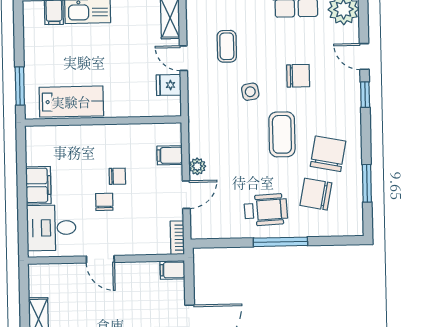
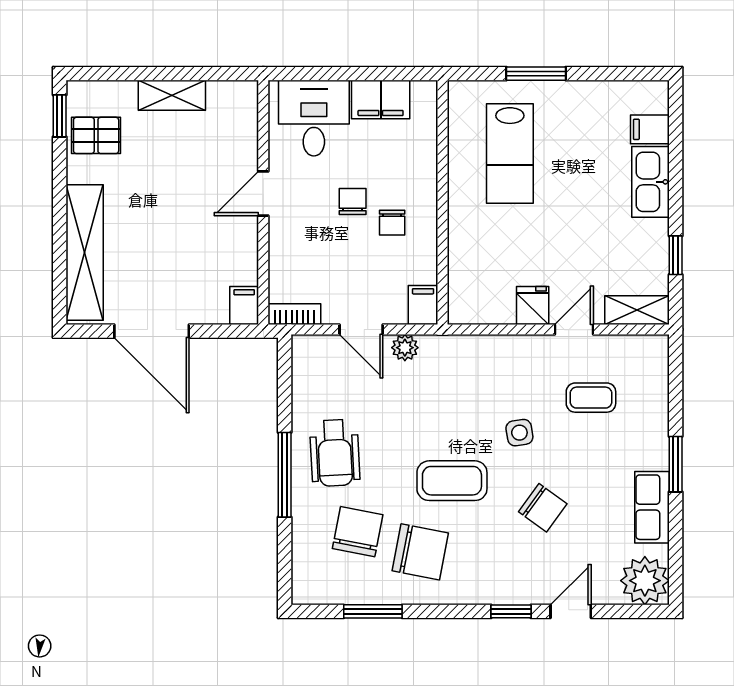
chair: (298, 76) -> (543, 508), turned -54
wall: (103, 121) -> (443, 202), moved
chair: (104, 202) -> (353, 202), turned -90

